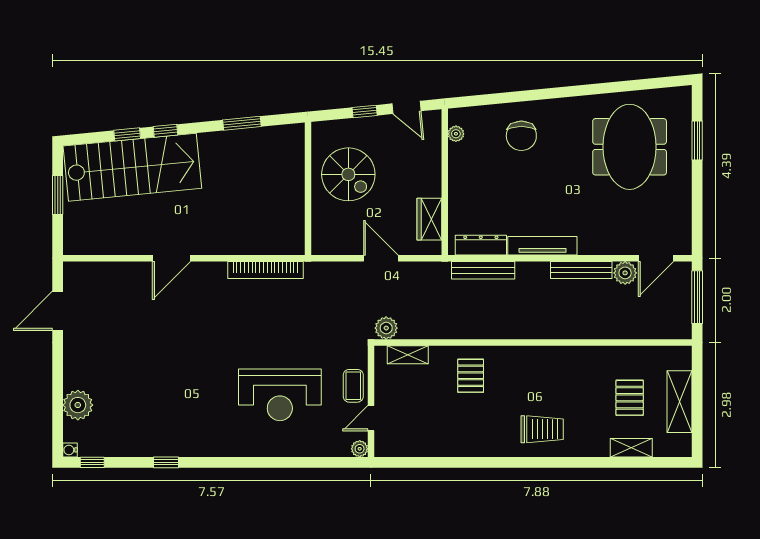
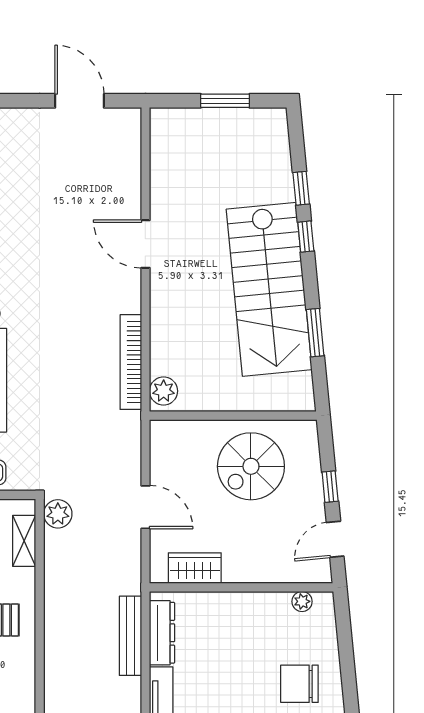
stairs: (132, 167) -> (269, 289), moved
plant: (288, 244) -> (164, 391), added
door: (381, 258) -> (145, 507), hinge flipped

